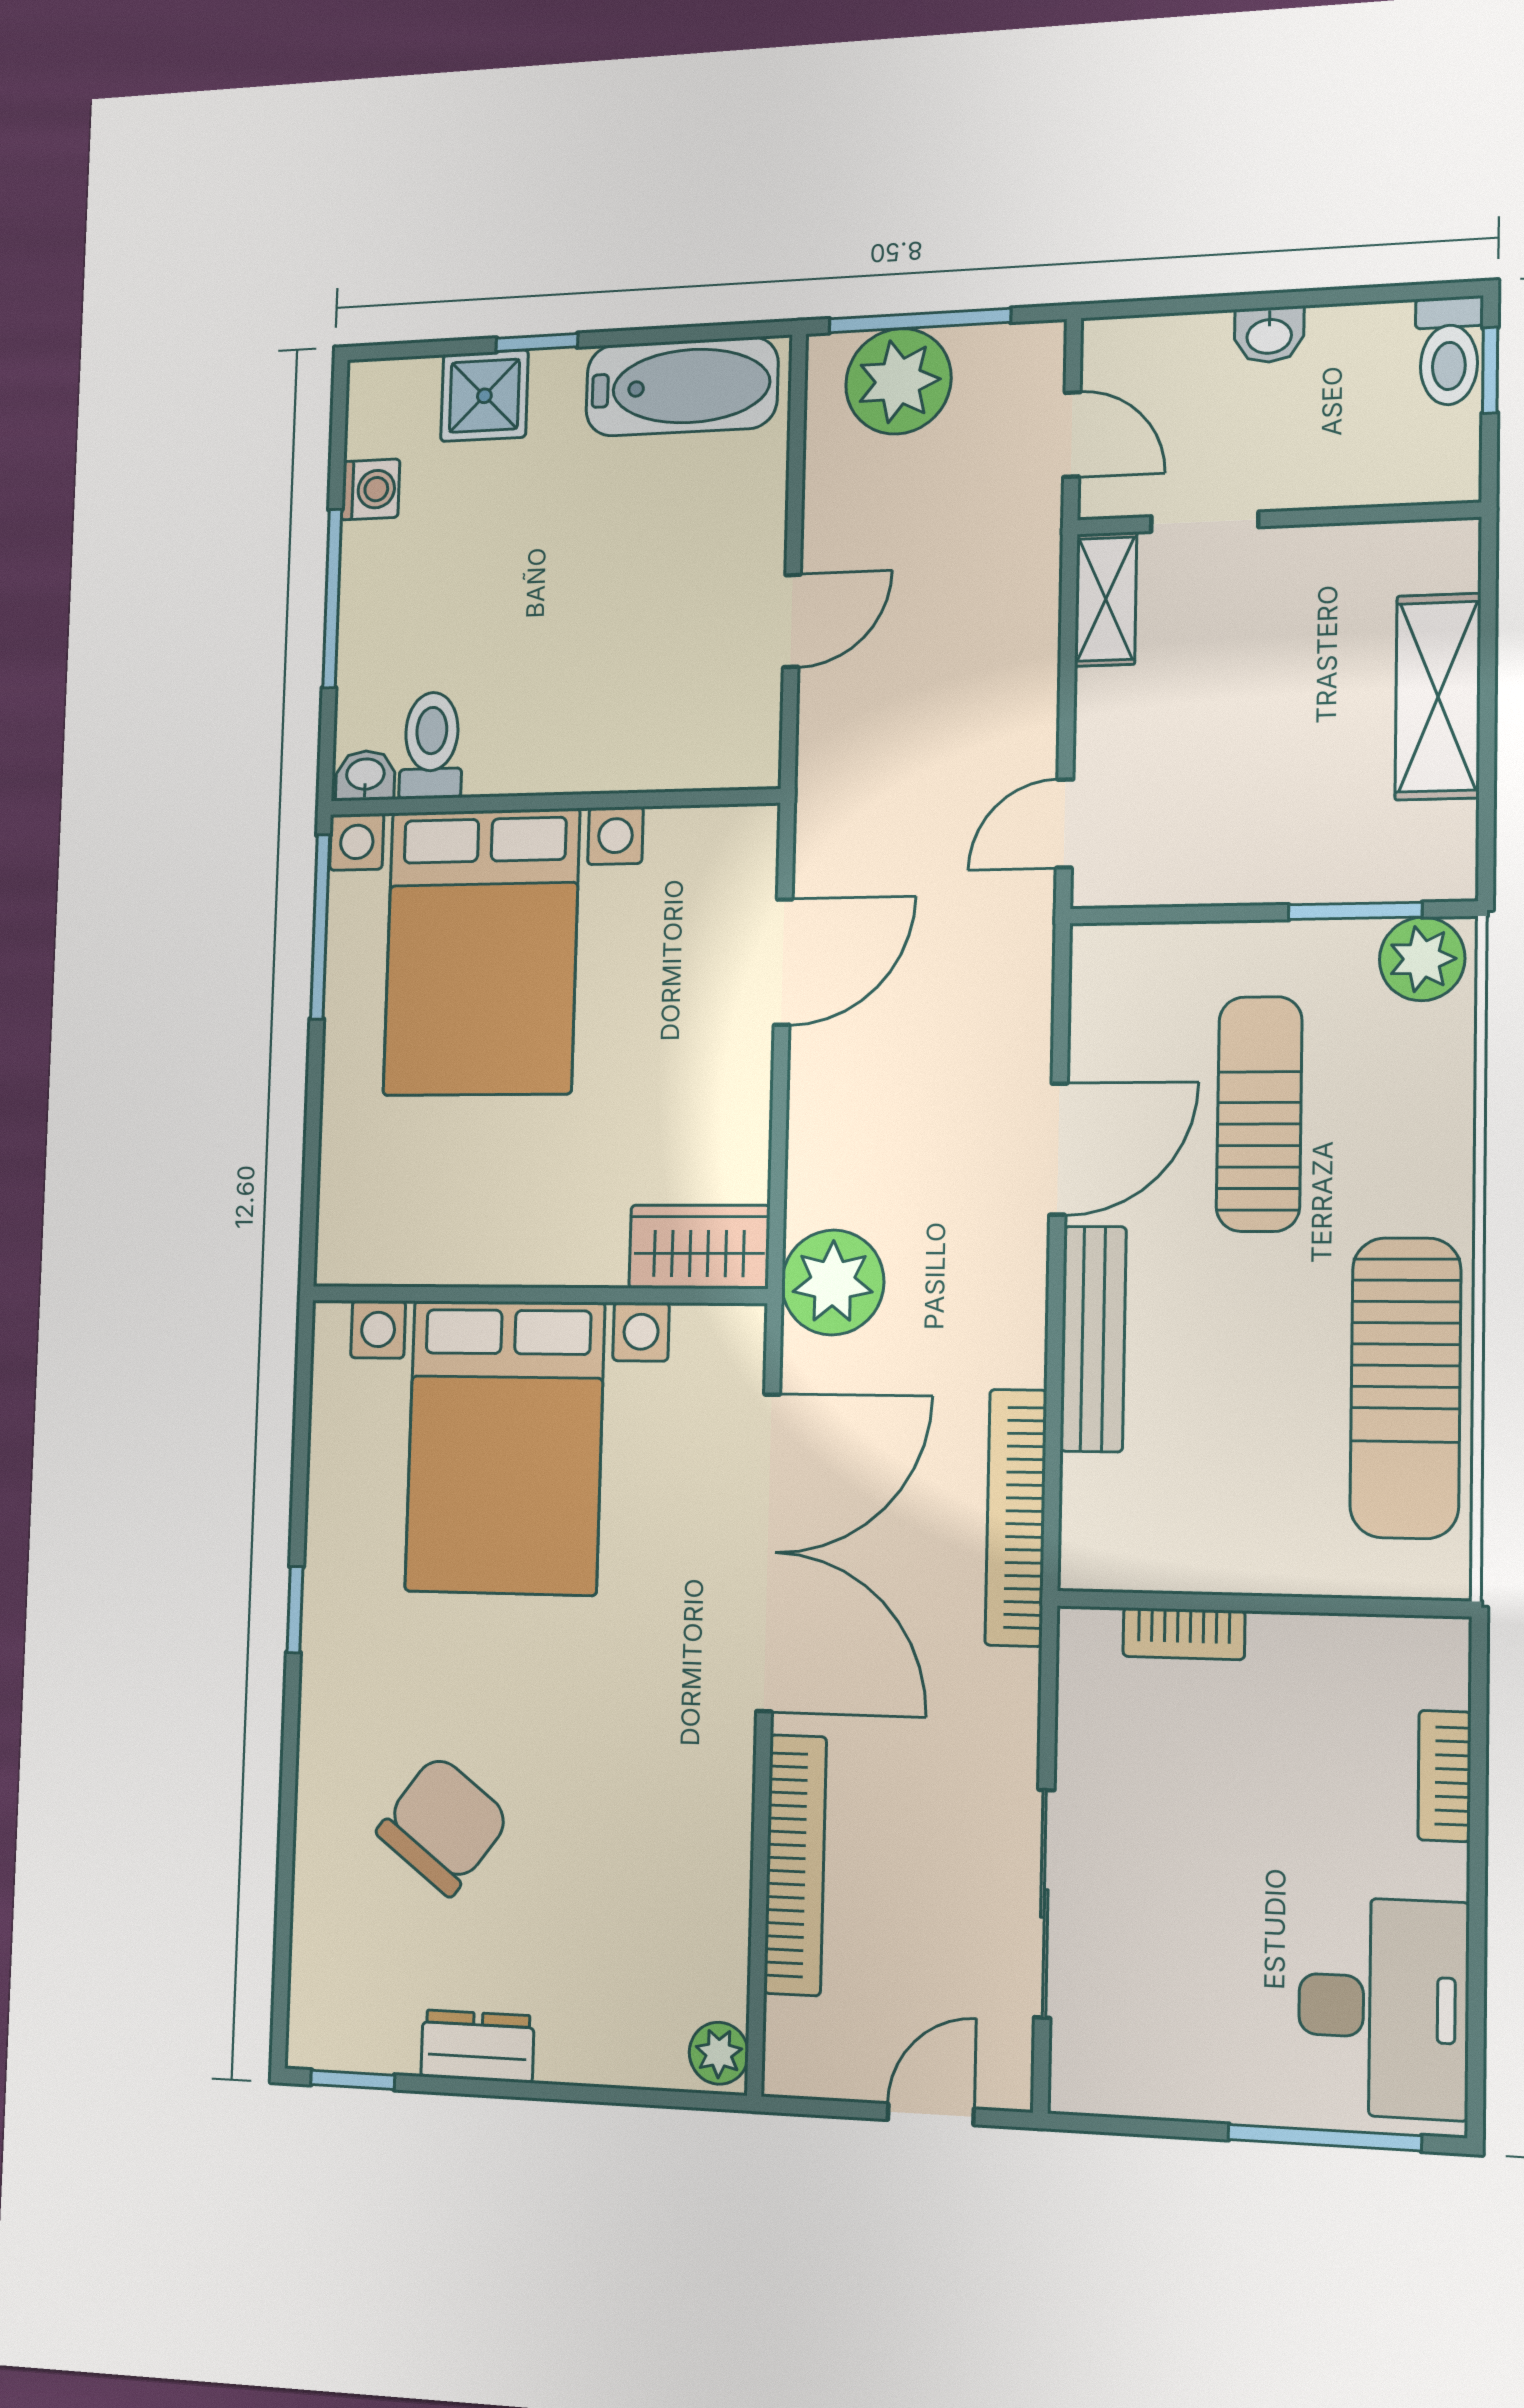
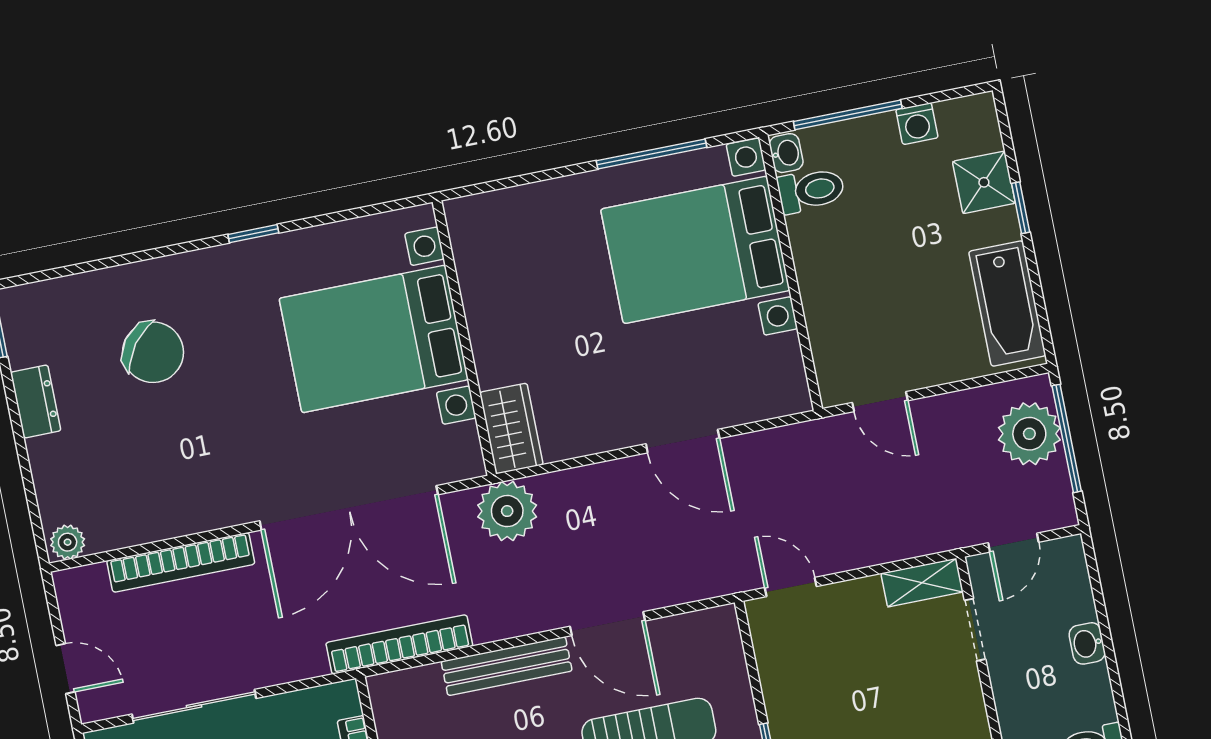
toilet: (431, 745) -> (811, 190), moved
washbasin: (365, 776) -> (786, 153), moved
wall: (552, 802) -> (791, 273), moved
bed with nightstands: (481, 952) -> (695, 250), moved

